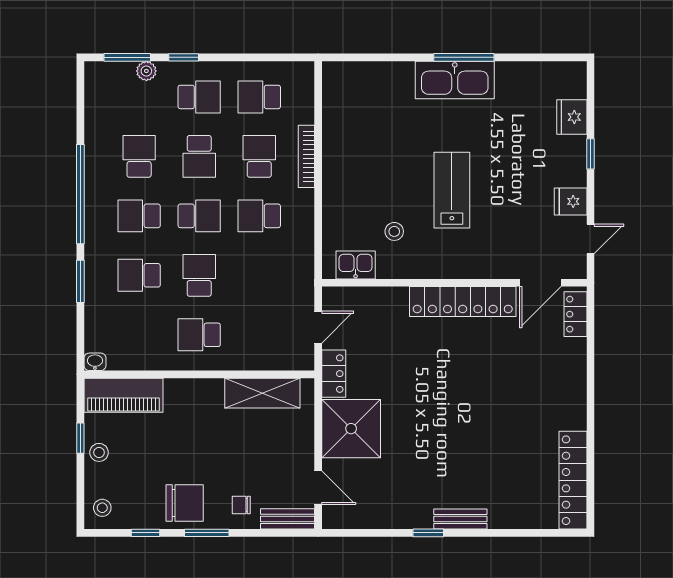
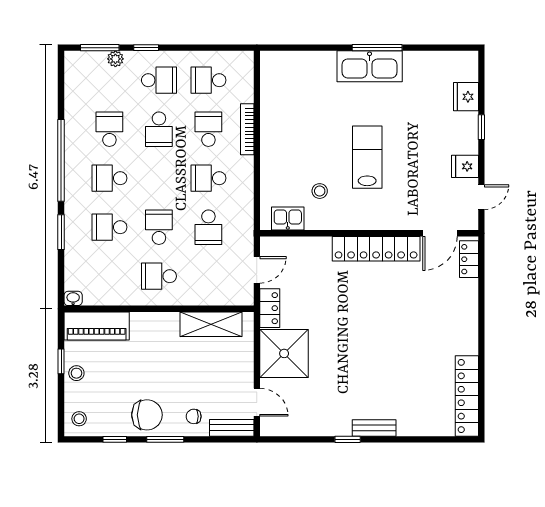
school desk: (199, 216) -> (208, 227), moved, turned 90

